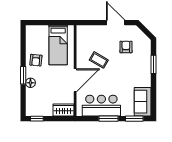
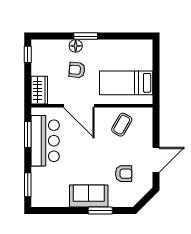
armchair: (36, 60) -> (77, 70), moved
coffee table: (99, 60) -> (122, 125), moved
sofa: (143, 102) -> (89, 196), moved
window: (108, 119) -> (28, 135), moved

